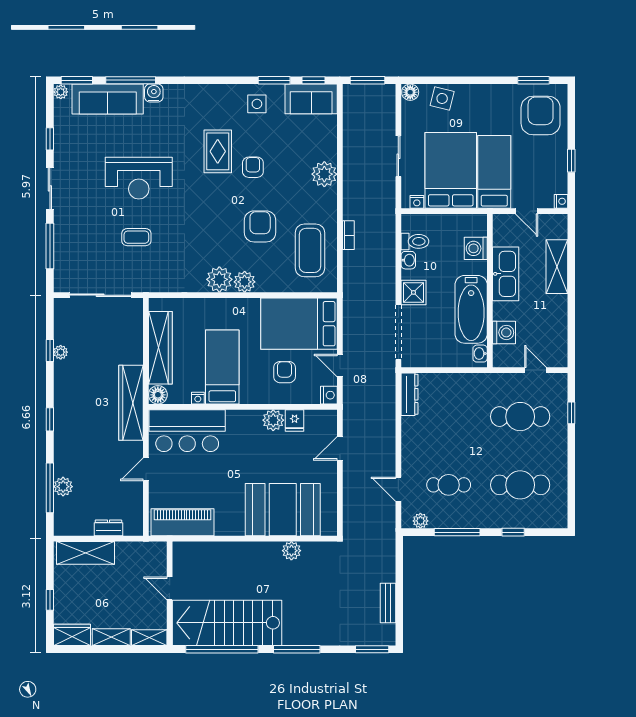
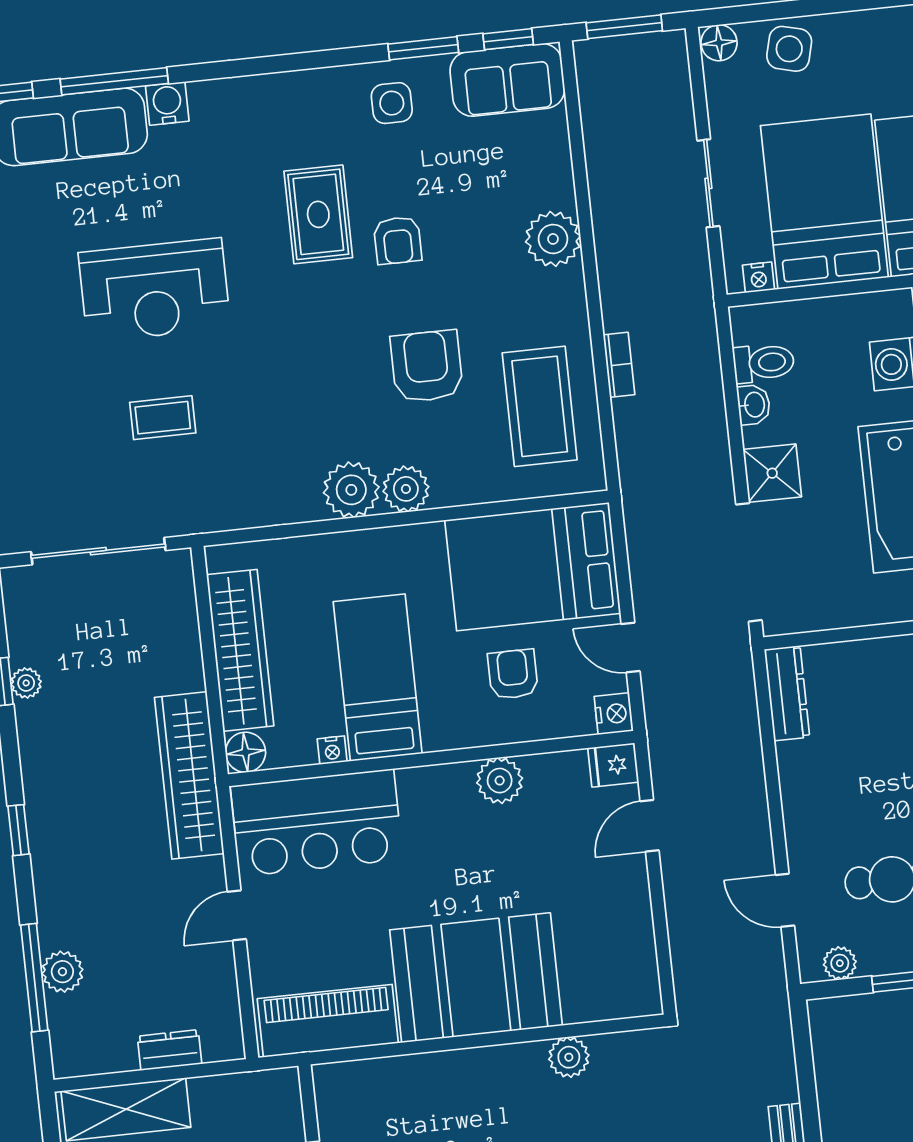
armchair: (253, 167) -> (398, 240), turned 180
fridge: (295, 420) -> (613, 765), moved, turned 90
booth: (283, 510) -> (476, 978), moved

